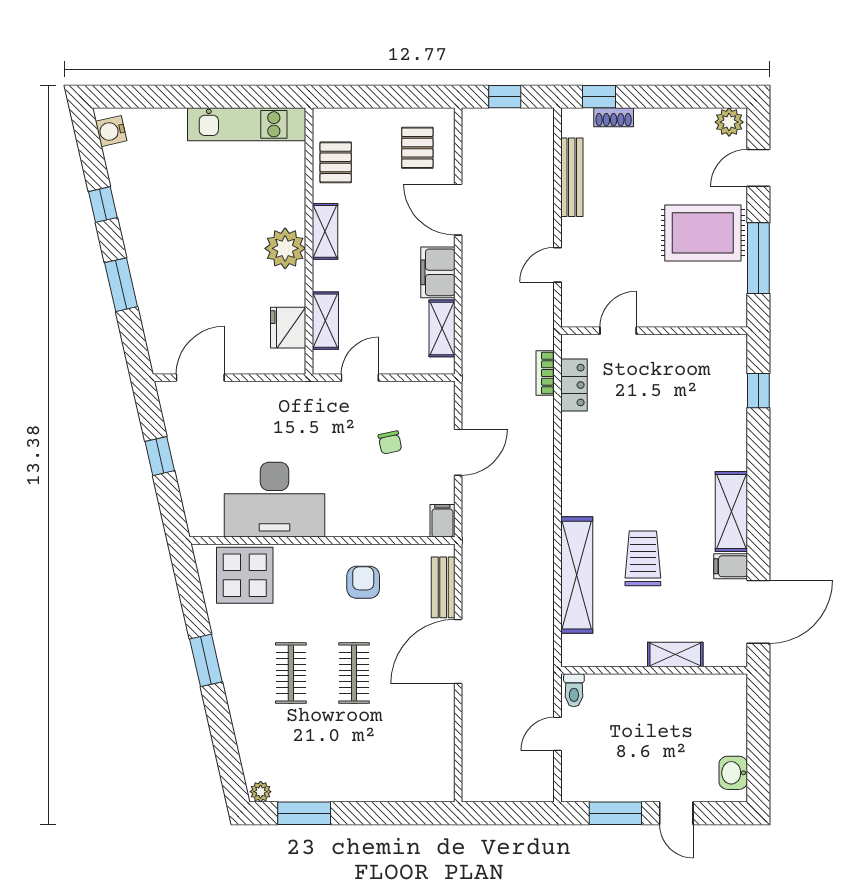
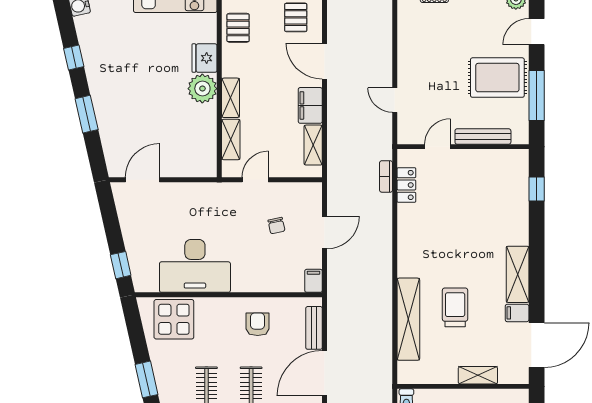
bench: (572, 177) -> (483, 136), moved, turned 90
shelving: (325, 231) -> (231, 98), moved
door: (557, 265) -> (395, 100), hinge flipped
fridge: (288, 328) -> (205, 58), moved
window: (160, 456) -> (121, 265), moved

